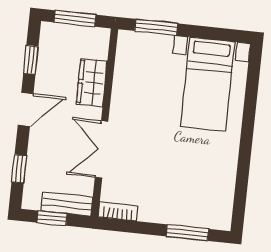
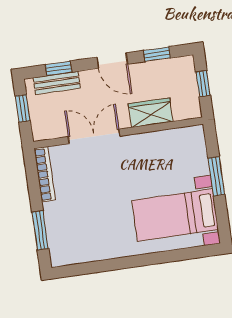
window: (75, 19) -> (203, 84), width x0.67
window: (156, 27) -> (216, 176), moved
bench: (67, 204) -> (57, 83), moved, turned 90
bookcase: (118, 211) -> (45, 174), width x1.56

